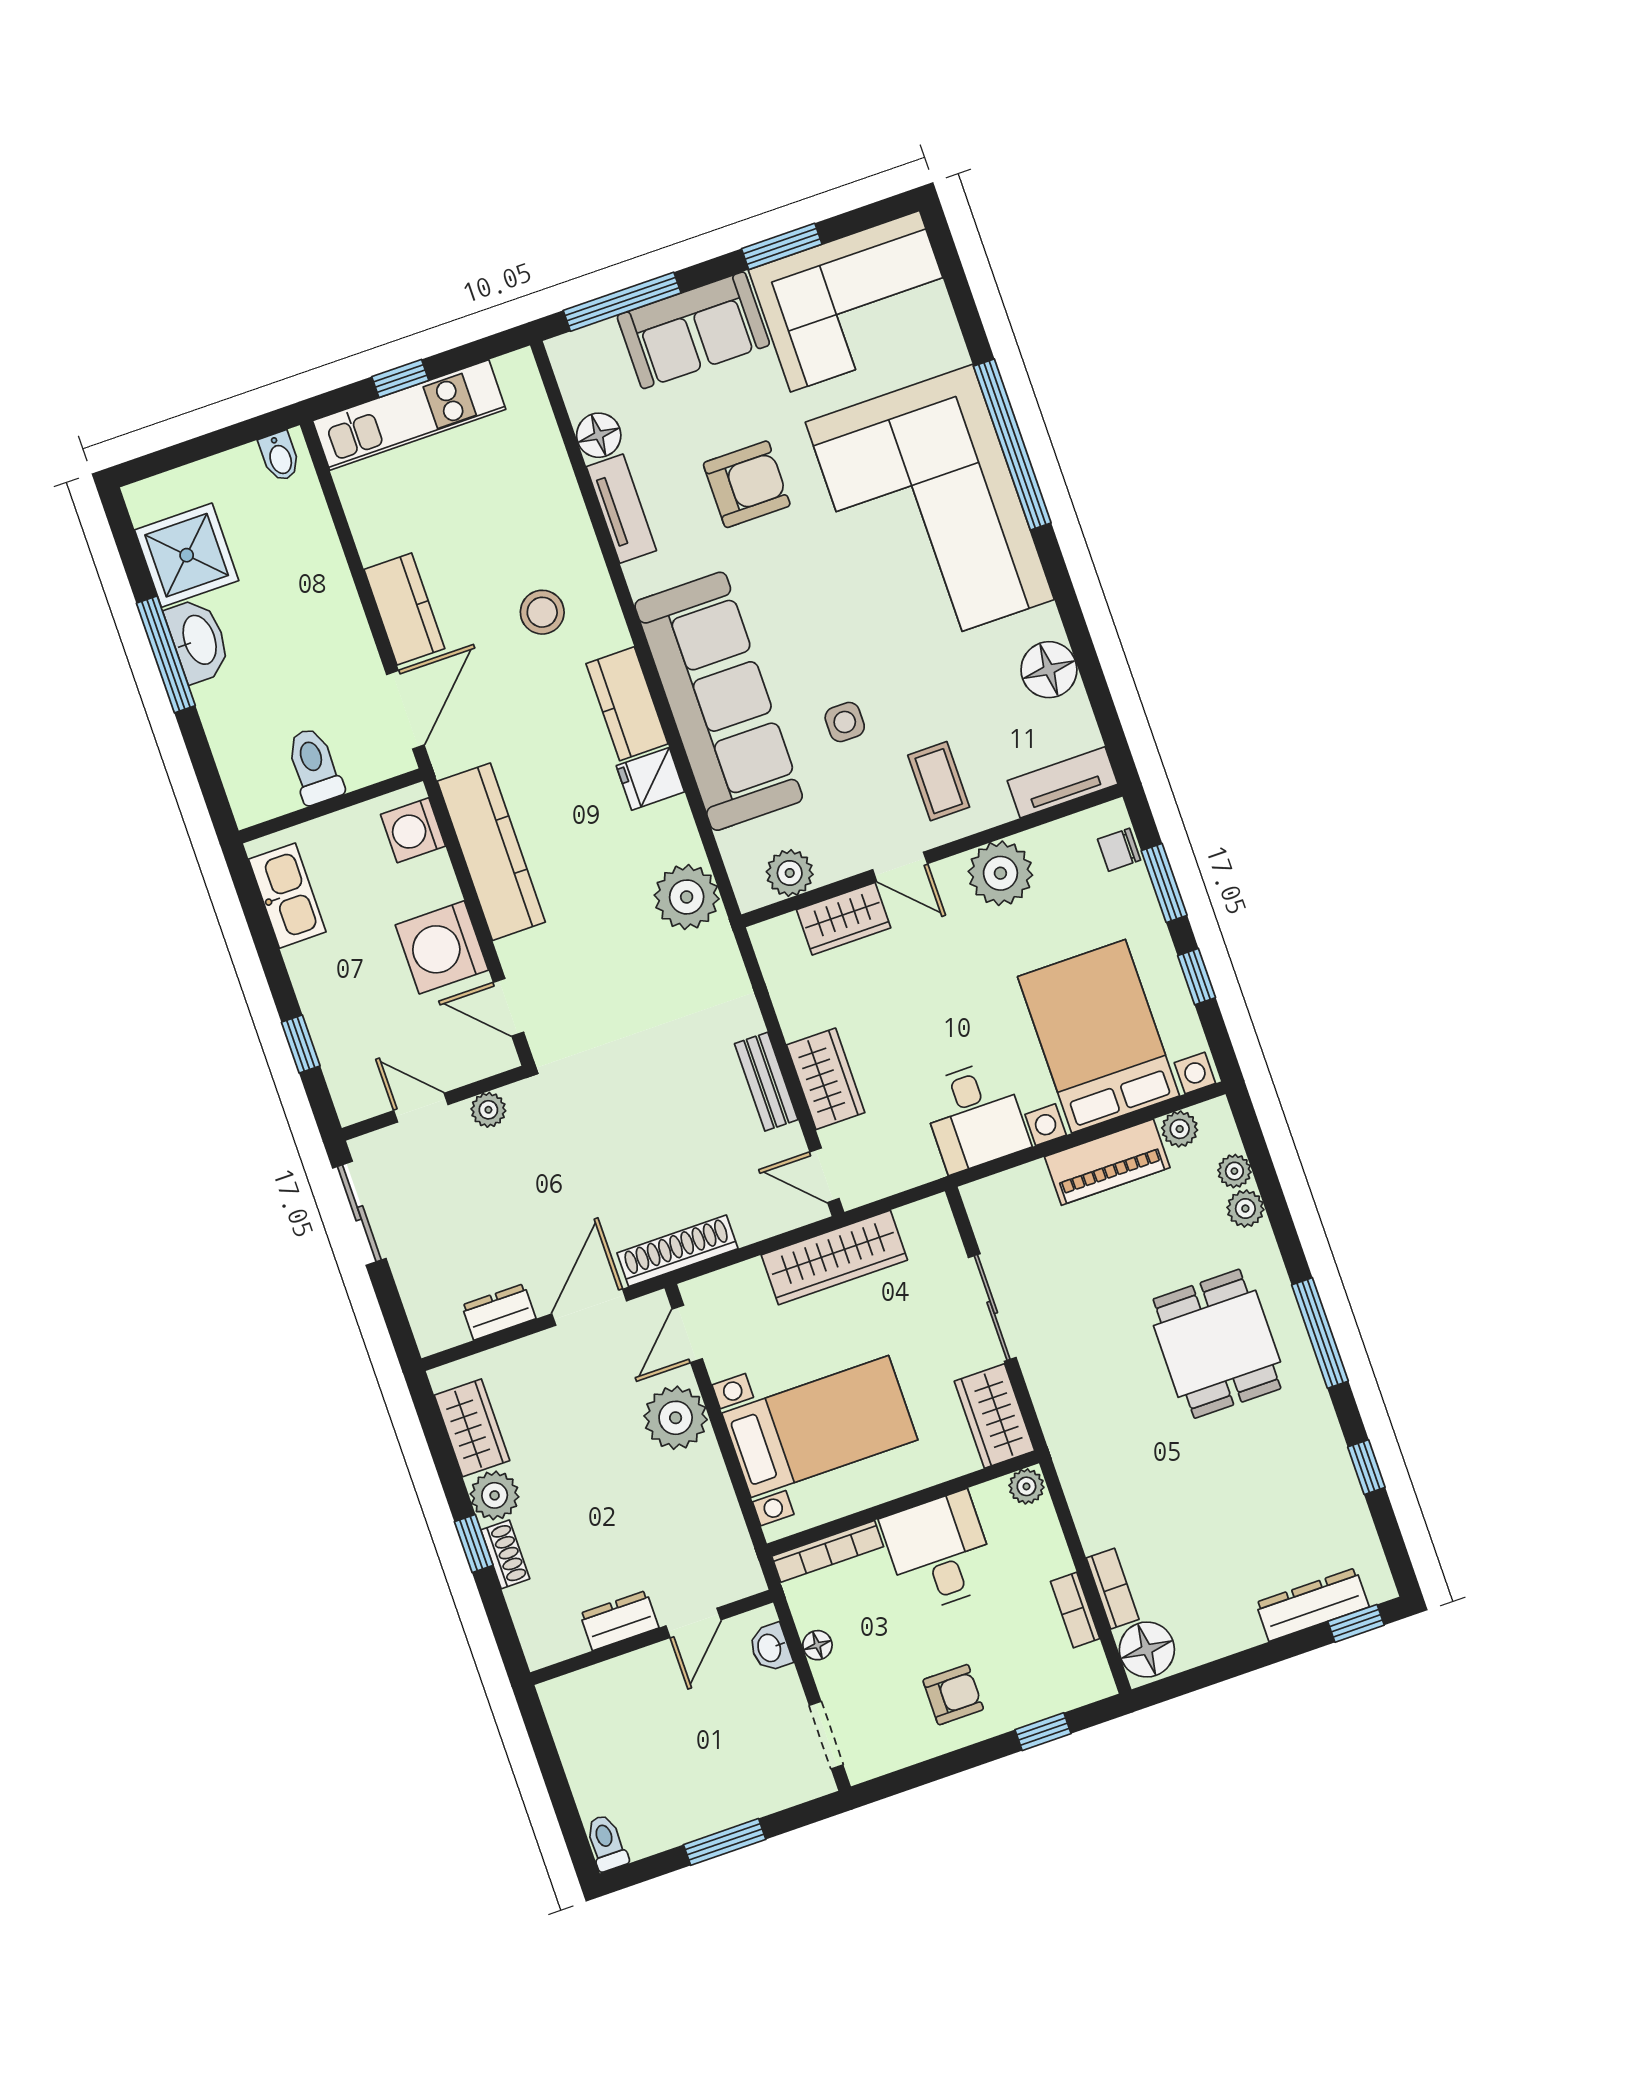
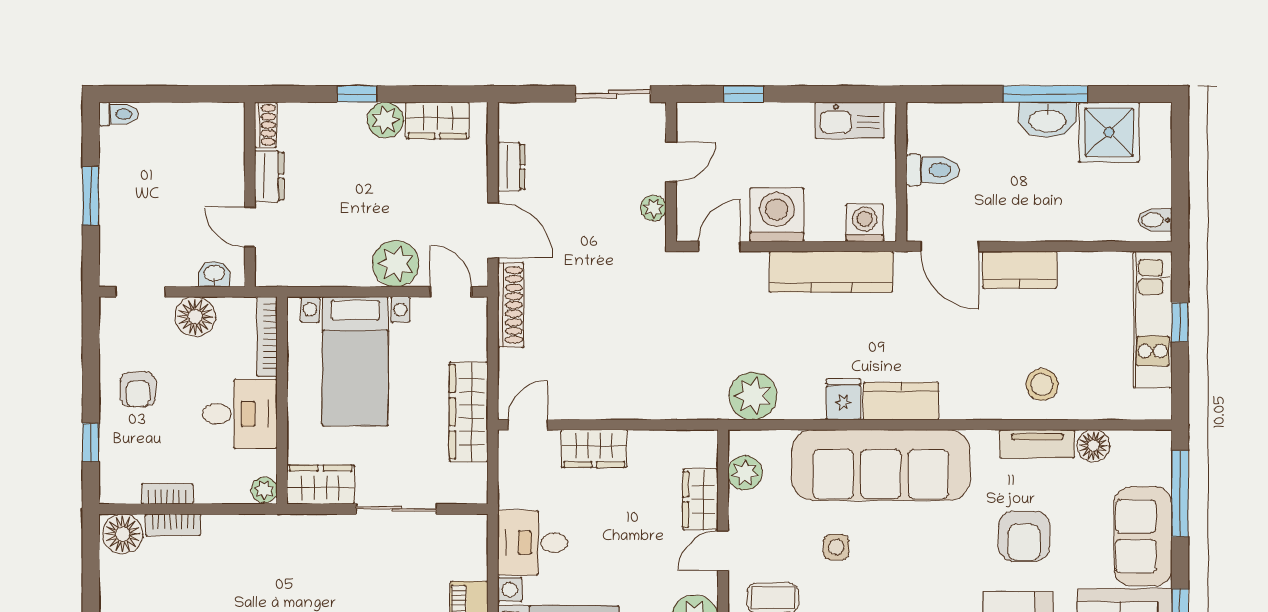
stool: (542, 612) -> (1042, 385), moved
bench: (766, 1082) -> (606, 407), removed
shoe rack: (505, 1554) -> (266, 125), moved, turned -90
floor lamp: (817, 1645) -> (195, 317), width x1.89, depth x1.89

